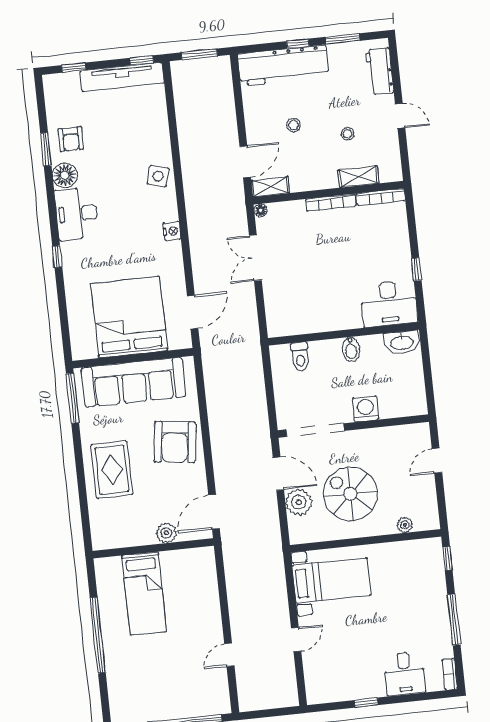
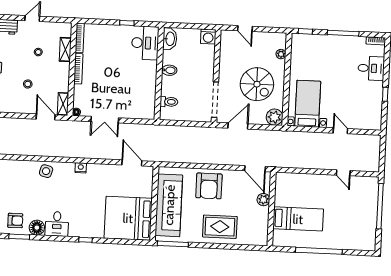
desk: (77, 214) -> (57, 224), width x0.73
bed: (129, 317) -> (128, 218), moved
washing machine: (366, 409) -> (208, 37), moved, turned -90
armchair: (175, 442) -> (209, 186), turned 83
spiral stairs: (350, 494) -> (257, 84), turned -90
plant: (299, 502) -> (275, 117), moved

